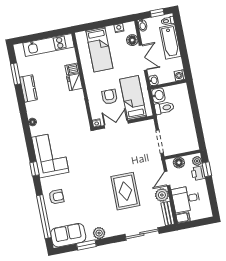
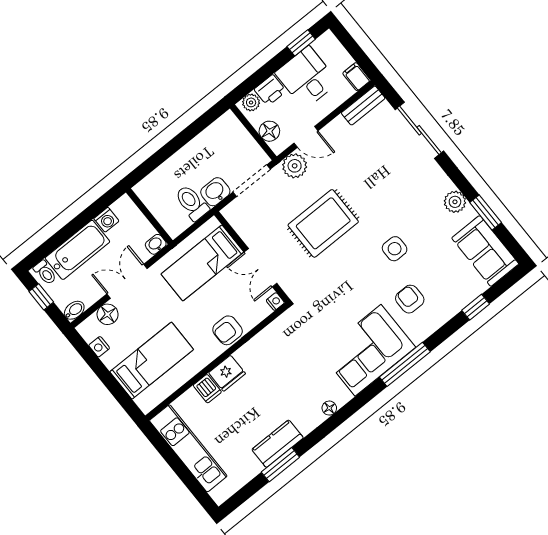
window: (16, 74) -> (280, 465), moved
washing machine: (180, 75) -> (106, 220), moved
washbasin: (158, 95) -> (215, 192), moved
armchair: (109, 97) -> (228, 330), moved
window: (34, 169) -> (405, 364), width x2.17
window: (207, 169) -> (301, 43), moved
rug: (125, 191) -> (323, 223), moved
side table: (92, 193) -> (395, 249), added
plant: (162, 195) -> (295, 166), moved
armchair: (56, 197) -> (410, 299), moved
desk: (186, 199) -> (307, 77), moved, turned 180
window: (44, 217) -> (476, 307), width x0.32

